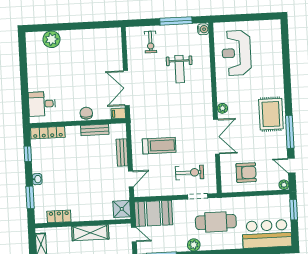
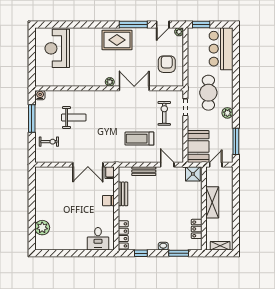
reception desk: (236, 53) -> (57, 48), moved, turned 90
treadmill: (159, 146) -> (139, 139), turned -90

